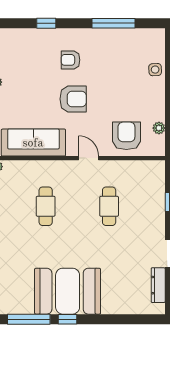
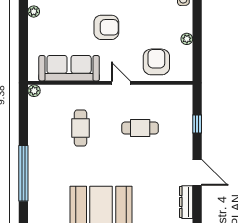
plant: (159, 128) -> (187, 39), moved
cafe table: (109, 206) -> (140, 128), turned 90

